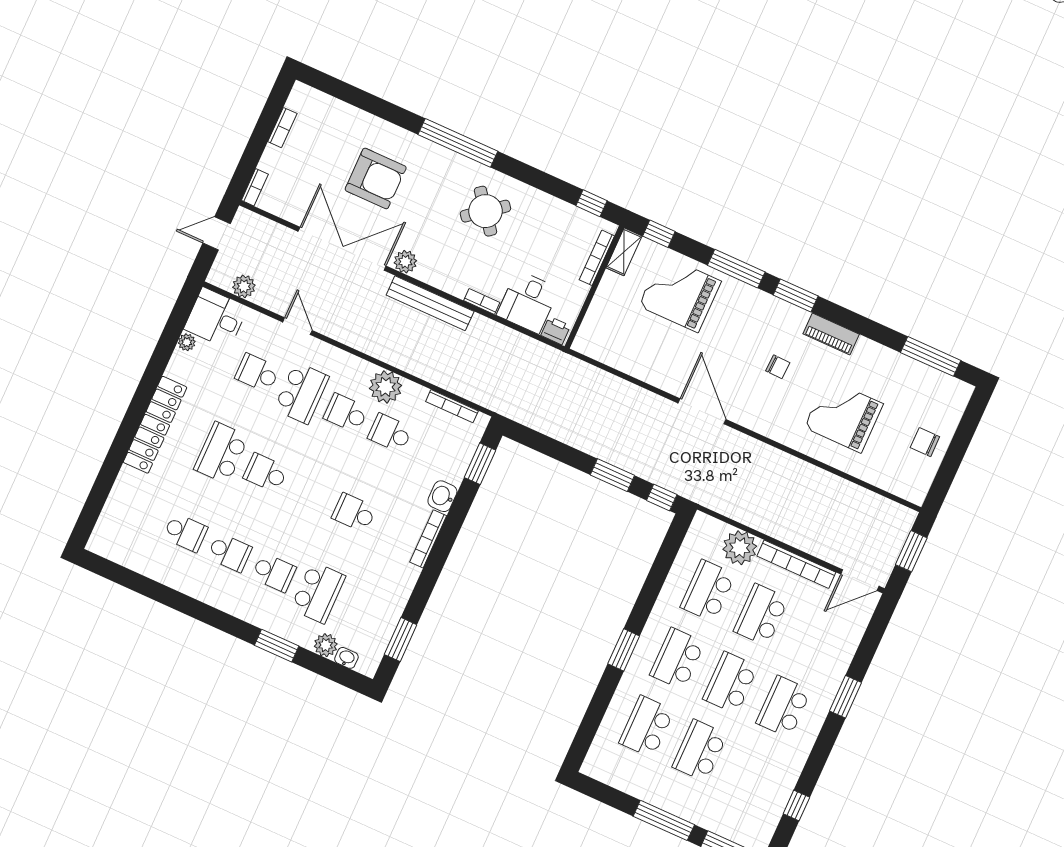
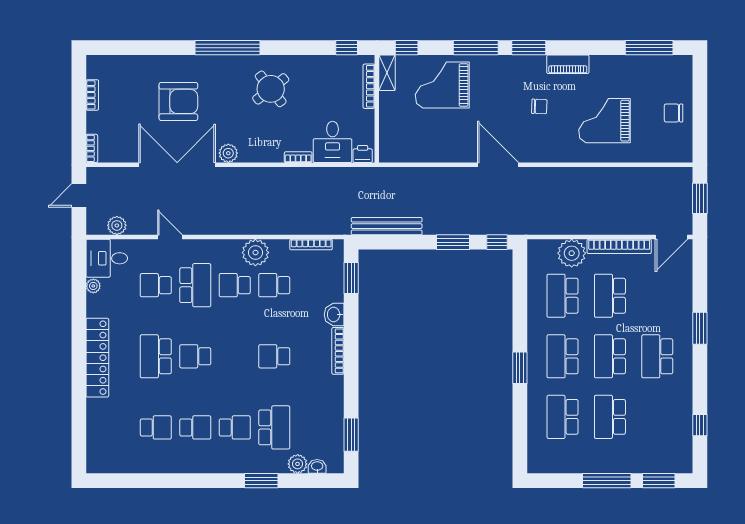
bench: (430, 303) -> (387, 226), moved

